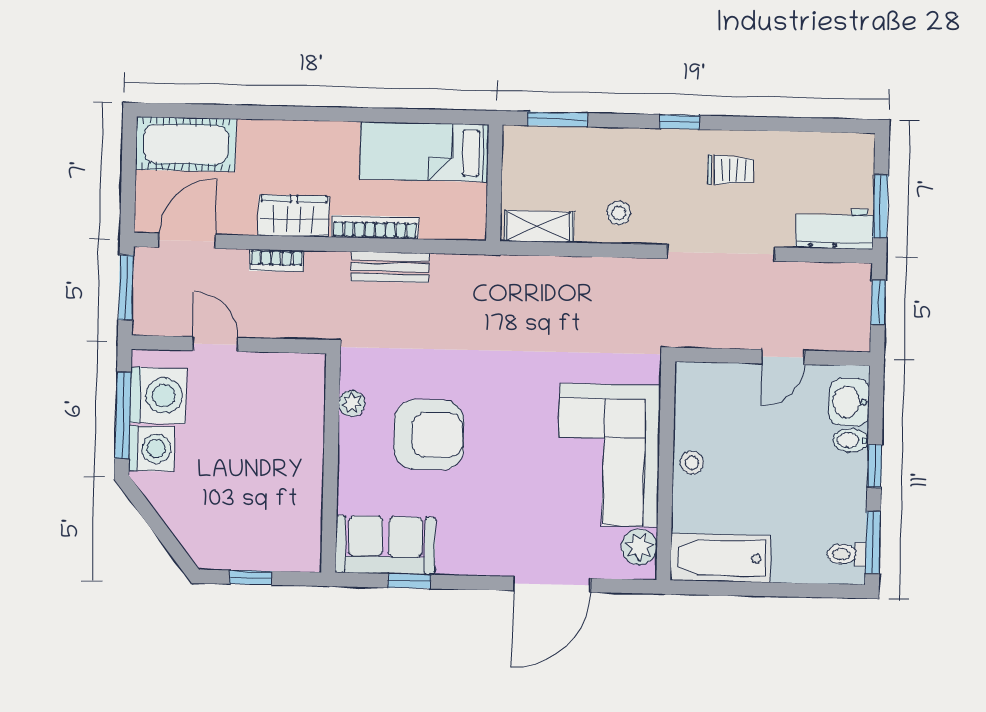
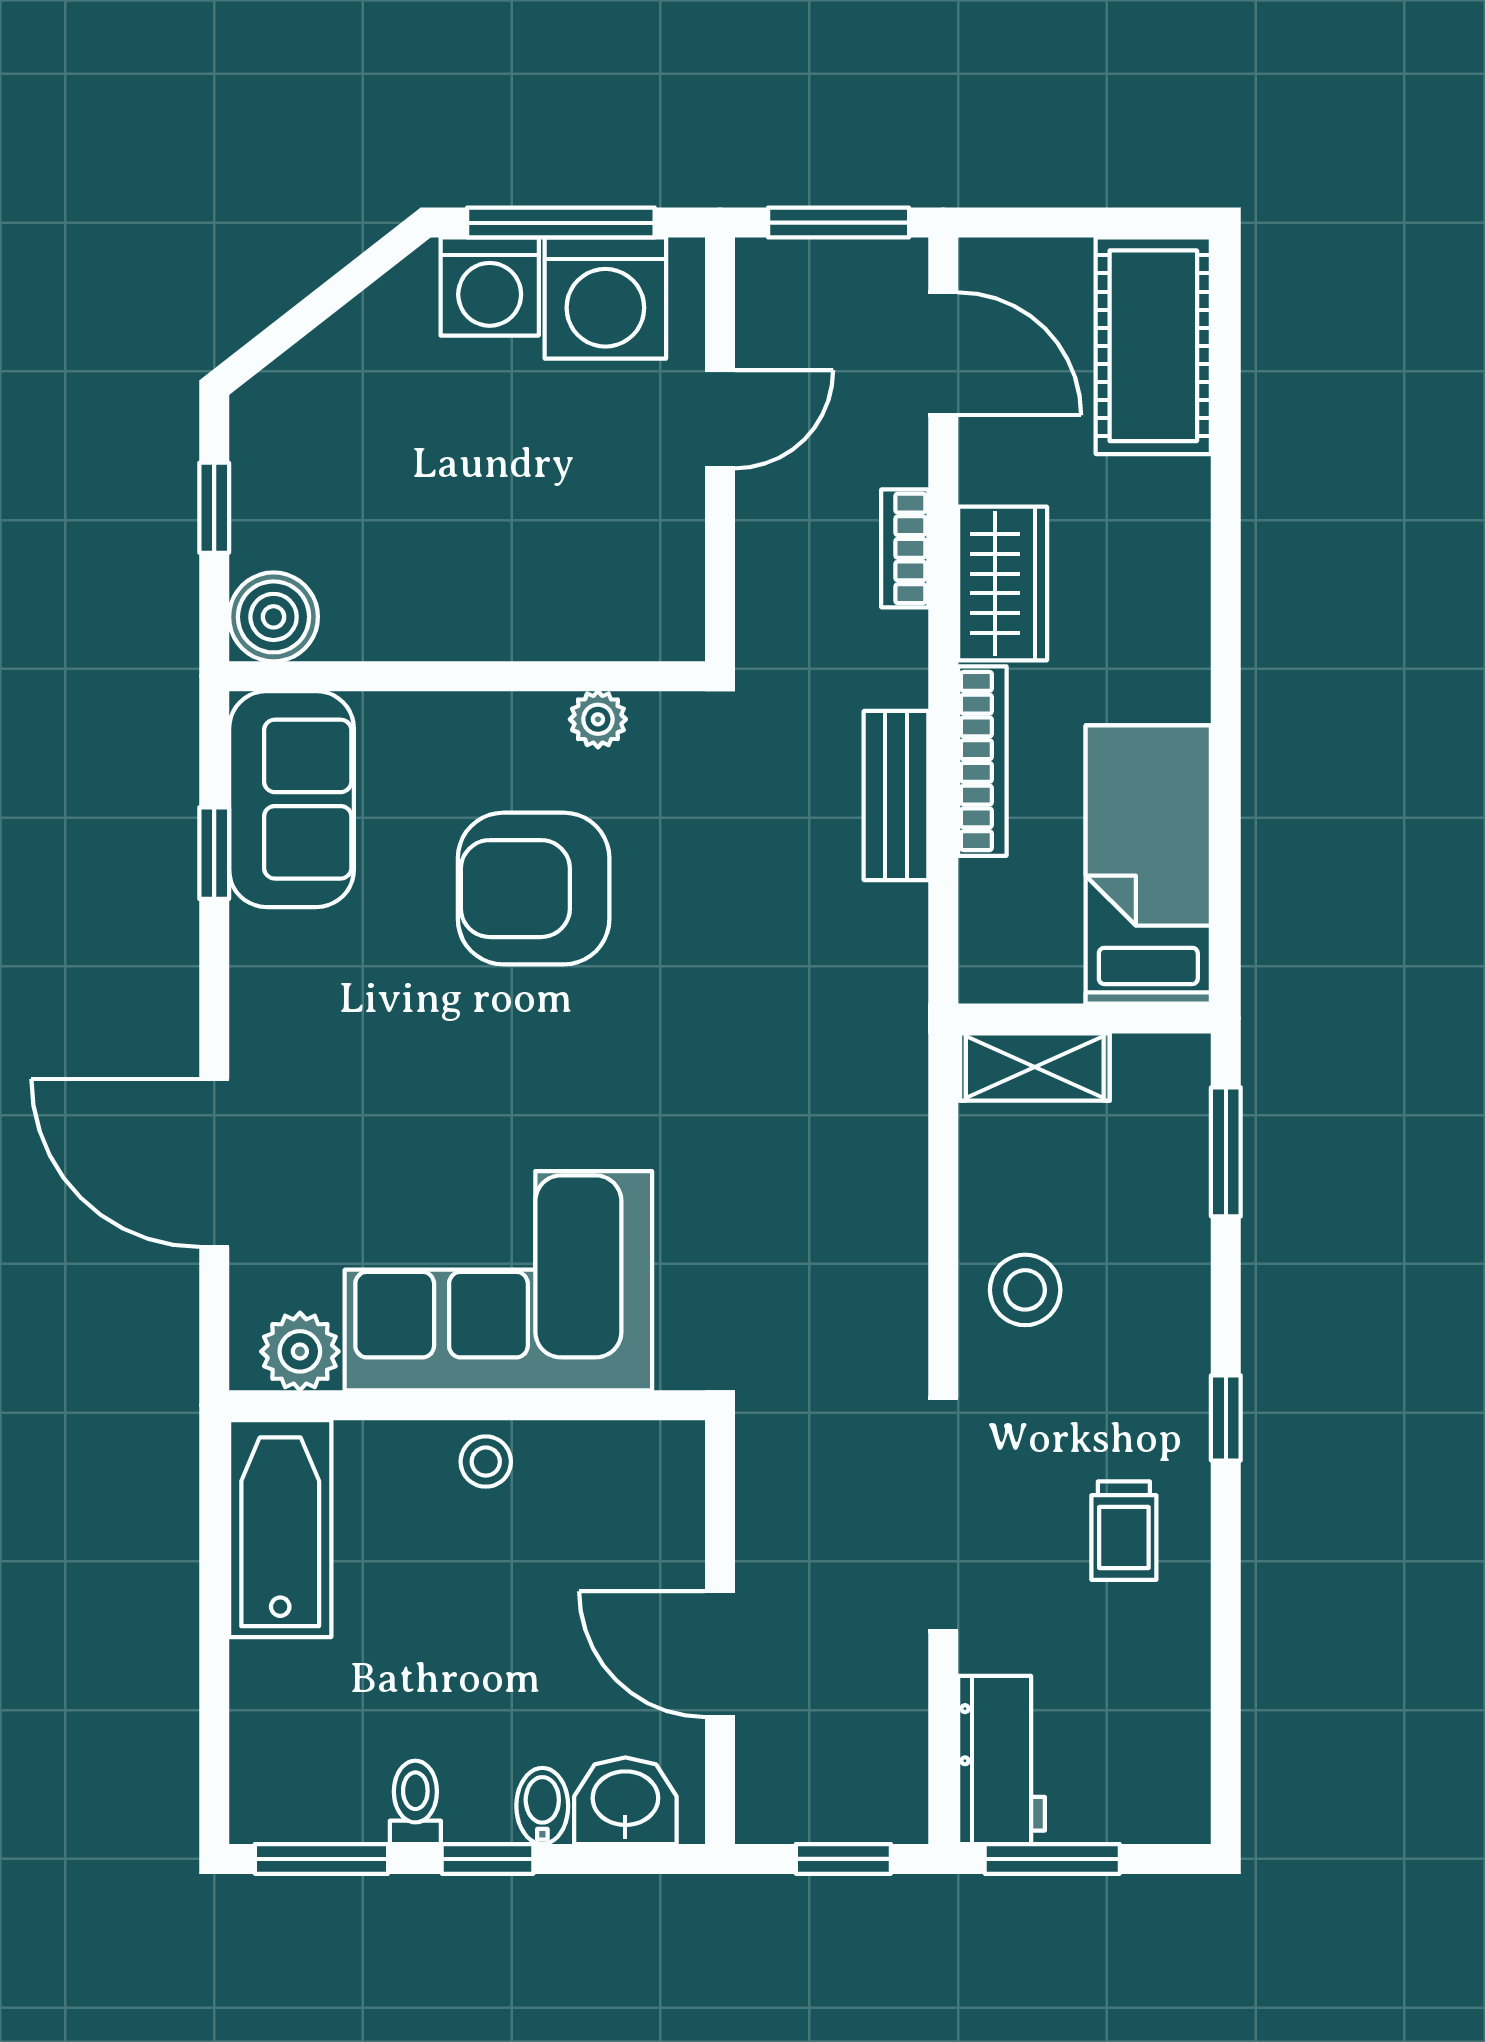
stool: (619, 213) -> (1025, 1290), width x1.37, depth x1.37
shelving: (539, 226) -> (1035, 1067), moved, turned 90
door: (783, 357) -> (720, 1654), width x1.38
armchair: (429, 435) -> (534, 889), turned 90
boiler: (301, 551) -> (274, 617), added
toilet: (847, 554) -> (415, 1802), moved

